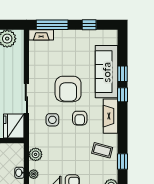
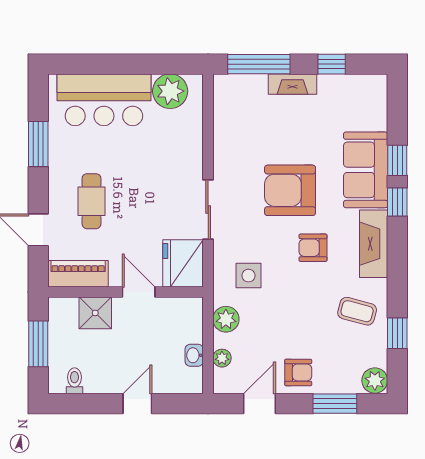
fireplace: (41, 35) -> (293, 84), moved
sofa: (106, 72) -> (366, 170), width x0.73
armchair: (68, 89) -> (290, 190), turned 90
armchair: (80, 118) -> (313, 248), turned 90
side table: (52, 120) -> (248, 276), moved

